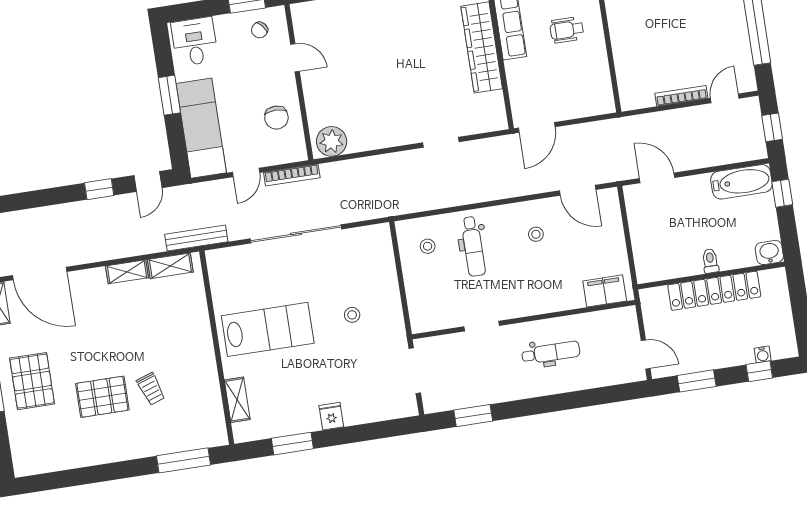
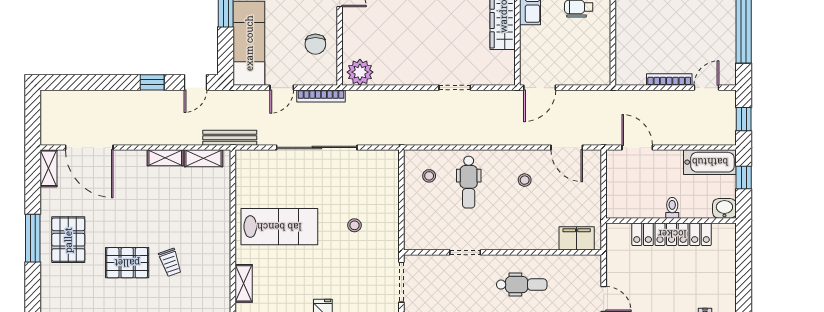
washbasin: (769, 252) -> (724, 208), moved
toilet: (710, 261) -> (672, 208), moved
wall: (711, 275) -> (671, 221), moved
locker: (714, 291) -> (672, 234), moved

